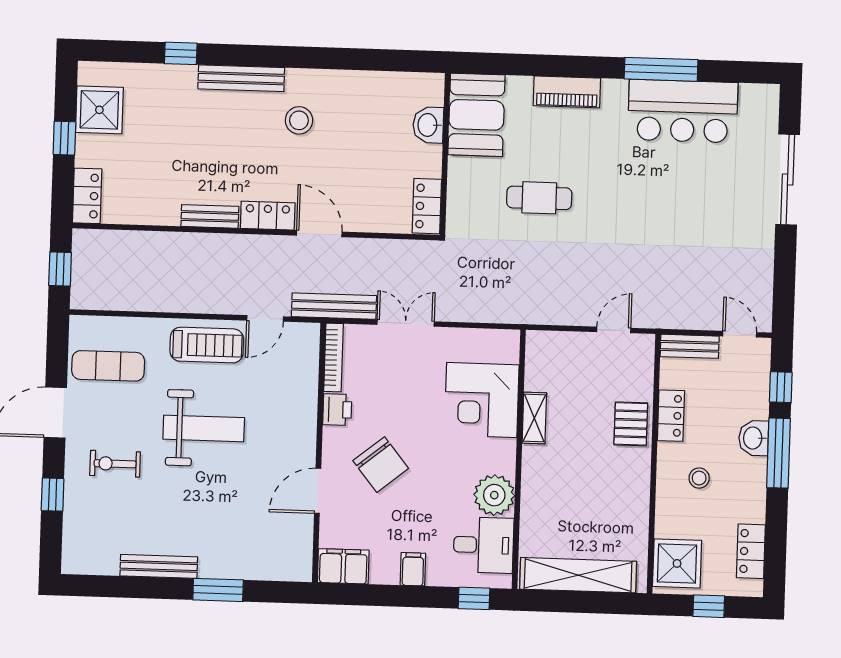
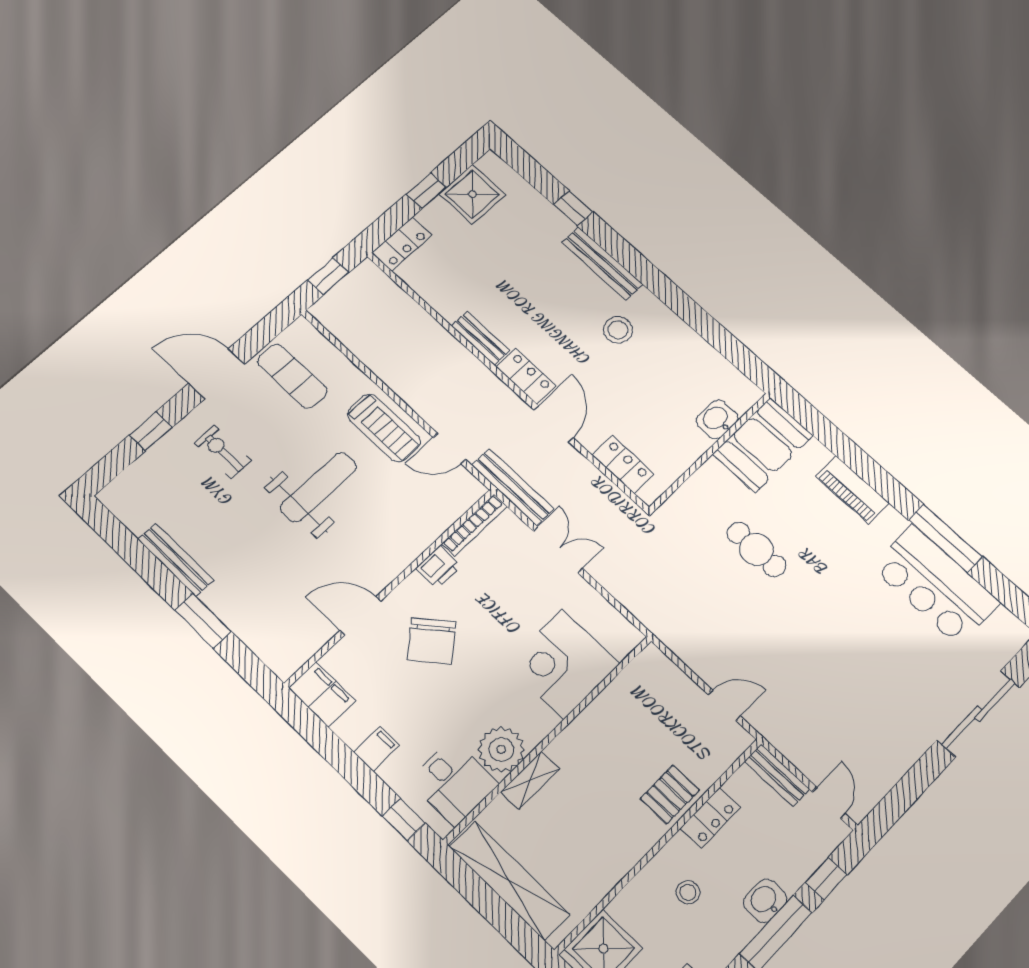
locker: (427, 206) -> (623, 464), moved, turned 90
shelving: (534, 418) -> (530, 780), moved
weight bench: (204, 428) -> (318, 487), turned -90

